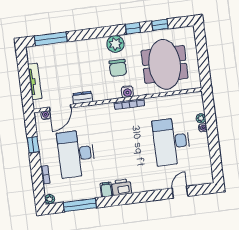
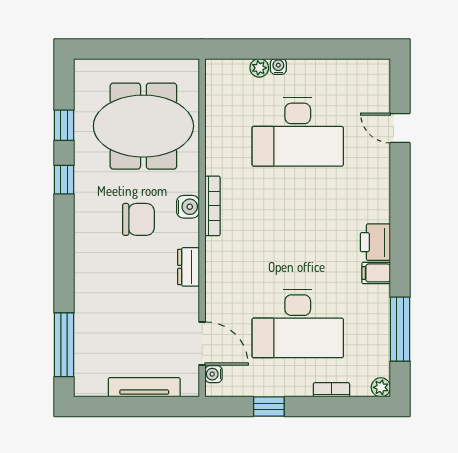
plant: (115, 44) -> (90, 218), removed
dresser: (83, 98) -> (188, 267), moved

